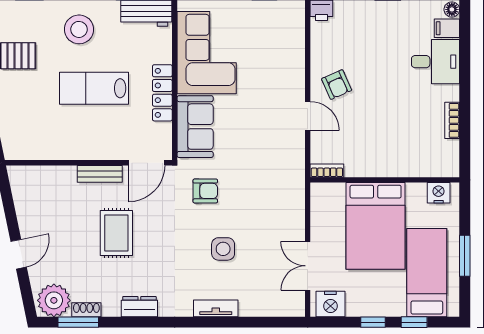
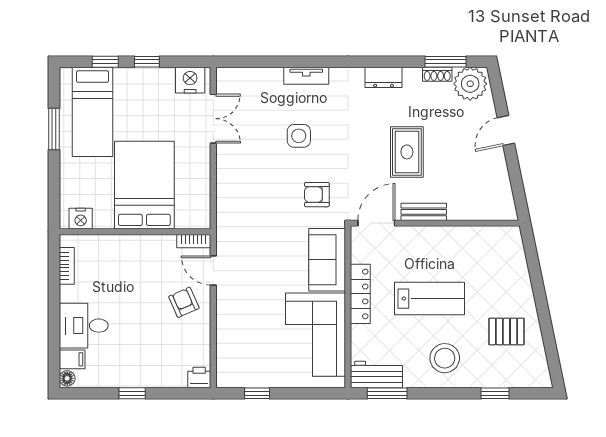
bookcase: (327, 171) -> (194, 241), moved
wall: (385, 180) -> (135, 232), moved
nightstand: (439, 193) -> (81, 219), moved
bed: (376, 226) -> (144, 185), moved

